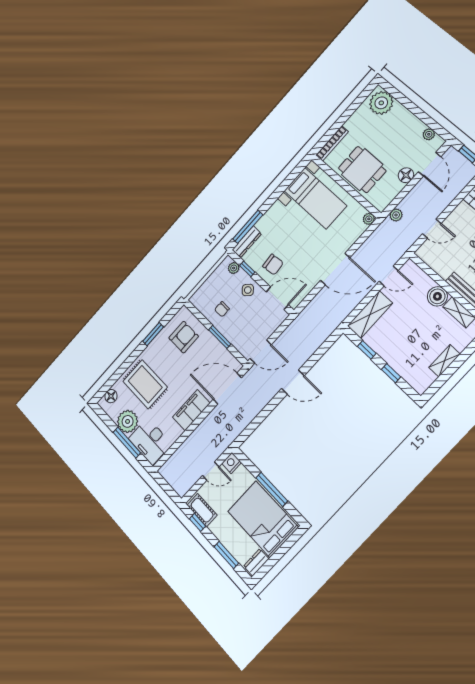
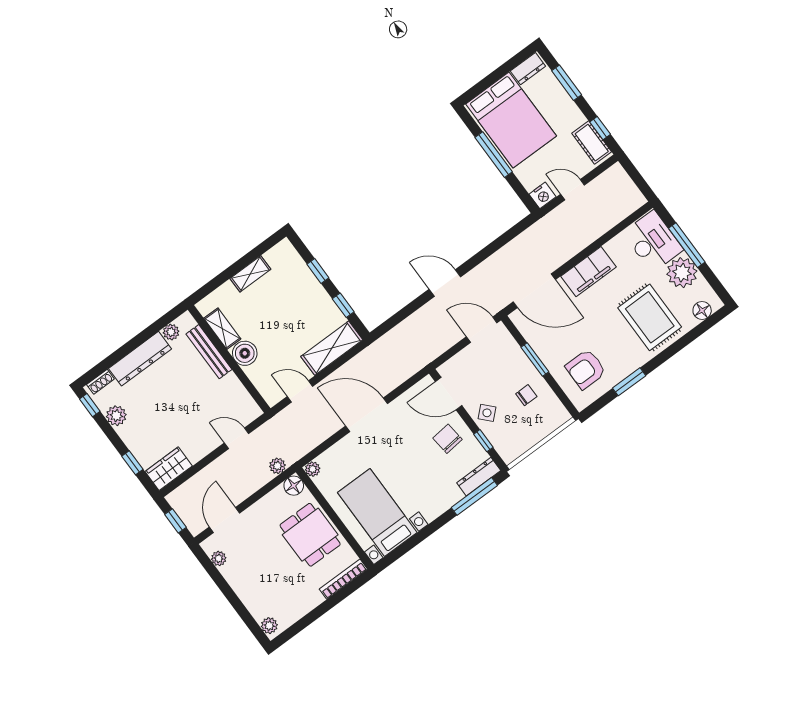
plant: (381, 103) -> (269, 626), width x0.53, depth x0.53
floor lamp: (406, 175) -> (294, 486), moved
plant: (234, 268) -> (502, 446), removed

